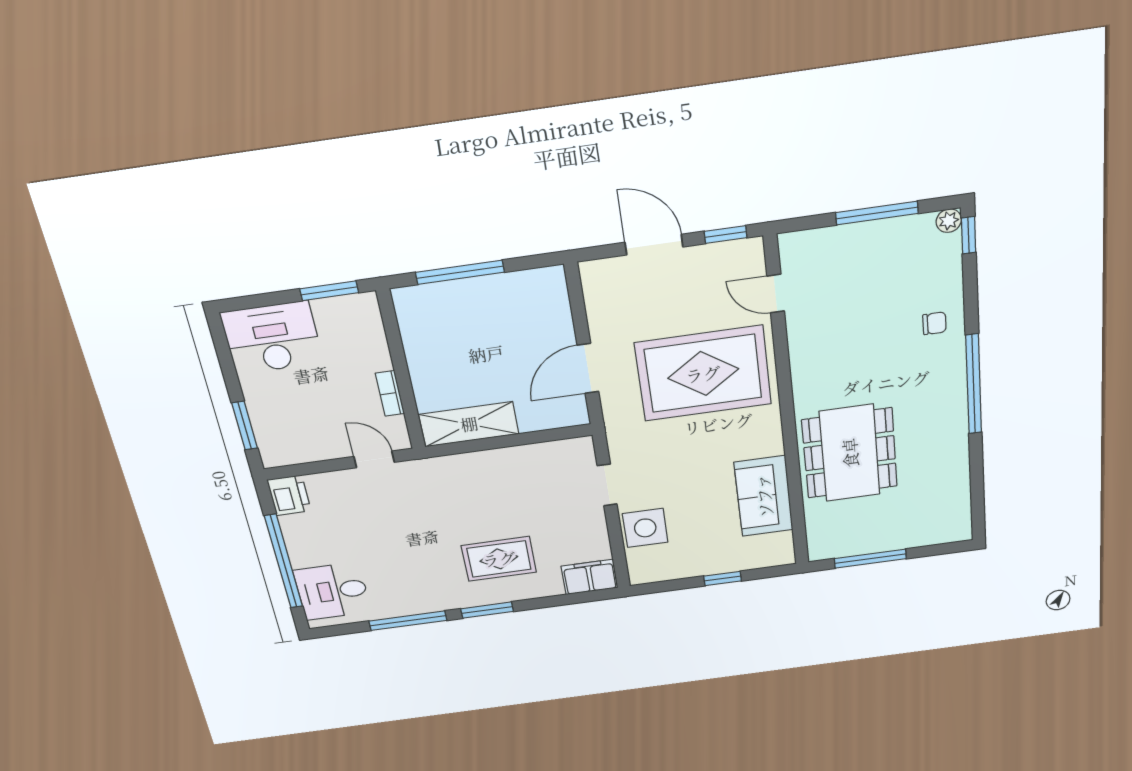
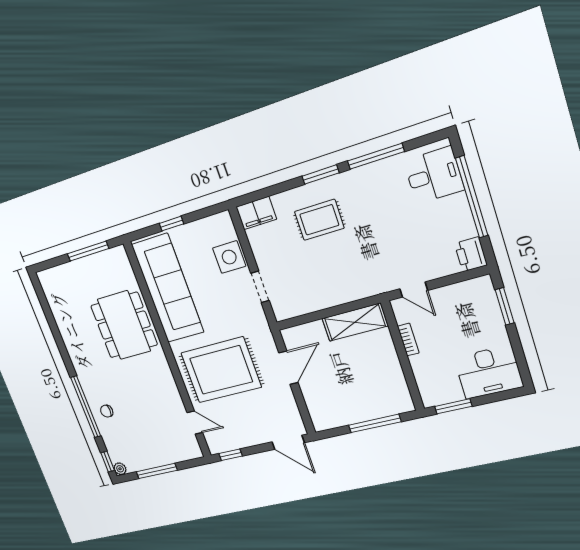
door: (654, 245) -> (288, 442), moved
window: (974, 384) -> (86, 407), moved
sofa: (764, 496) -> (168, 288), width x1.85, depth x1.27

